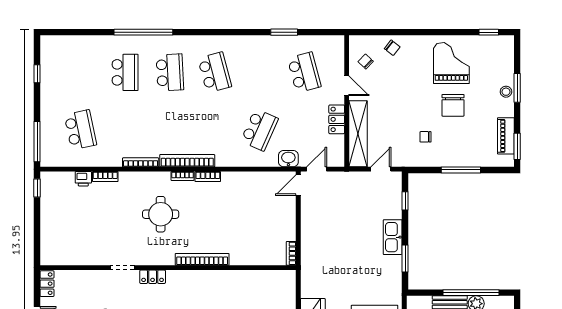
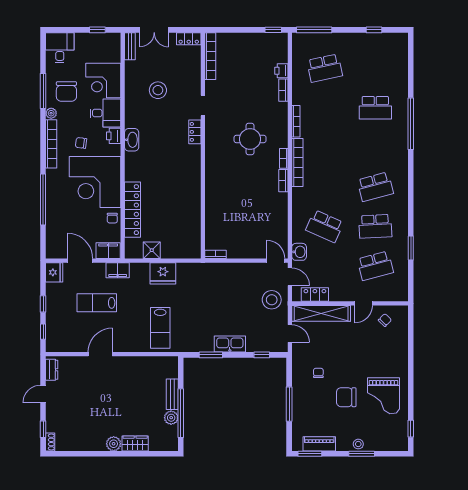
chair: (392, 48) -> (397, 344), removed
grand piano: (451, 63) -> (383, 396), turned 90
school desk: (170, 72) -> (375, 226), moved
locker: (337, 119) -> (315, 295), moved
stool: (343, 190) -> (272, 300), added
bookcase: (202, 259) -> (210, 56), moved

